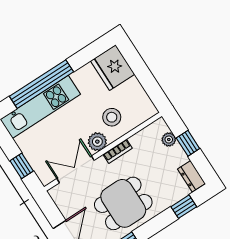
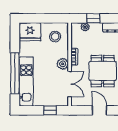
stool: (112, 117) -> (55, 37), moved
double door: (75, 169) -> (70, 84), swing flipped

